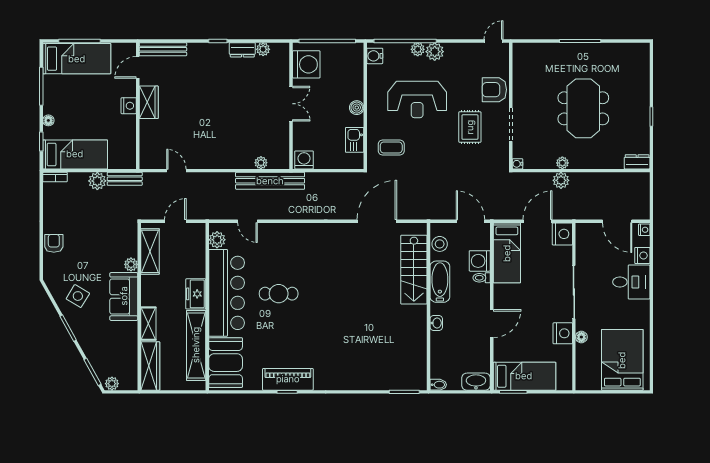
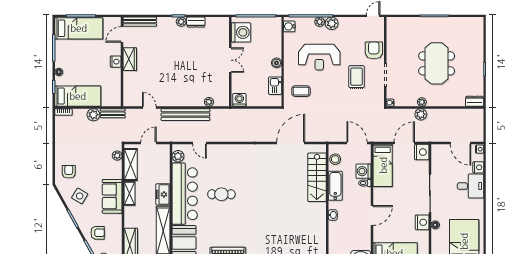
plant: (263, 49) -> (181, 22), moved
armchair: (494, 90) -> (374, 50), turned 90
bench: (270, 181) -> (185, 115), moved
armchair: (54, 243) -> (69, 172), moved
plant: (131, 264) -> (117, 156), moved
shelving: (148, 324) -> (129, 193), moved
armchair: (103, 348) -> (98, 233), added

